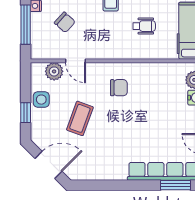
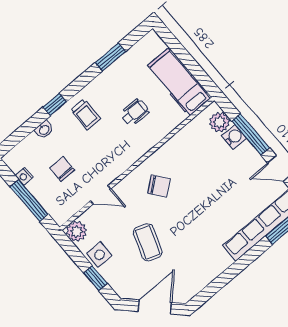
chair: (65, 22) -> (62, 169), turned -132
plant: (54, 71) -> (76, 231), moved
chair: (119, 88) -> (159, 186), turned 52

